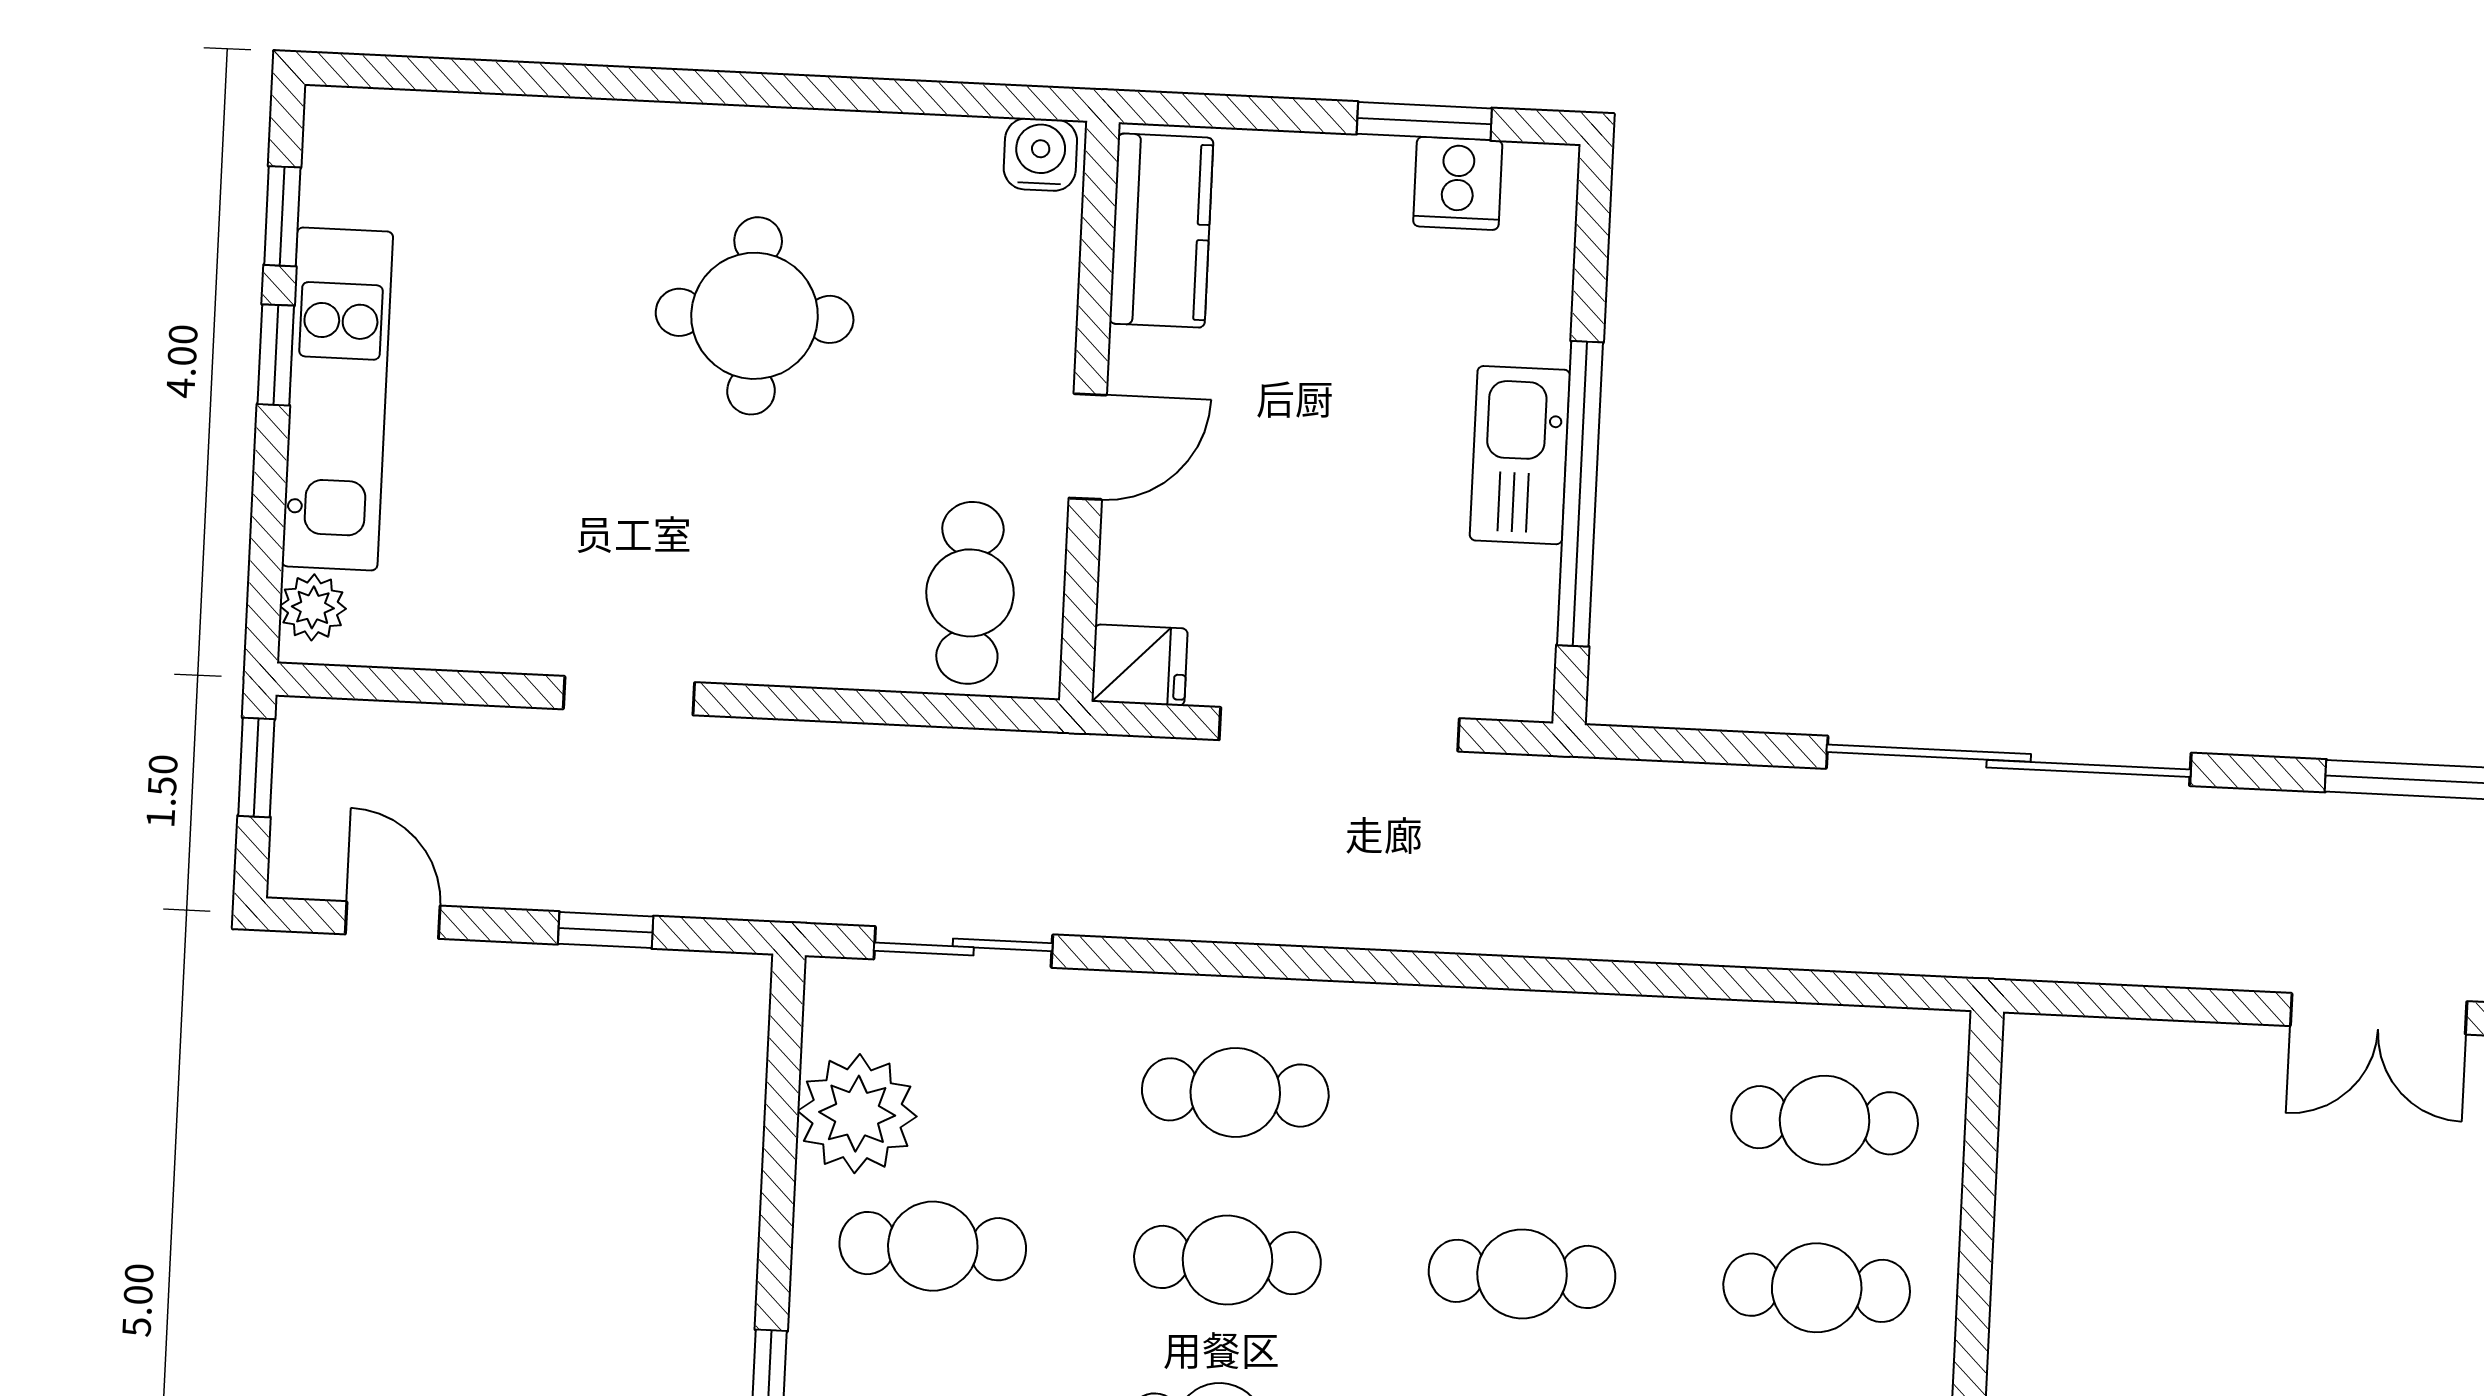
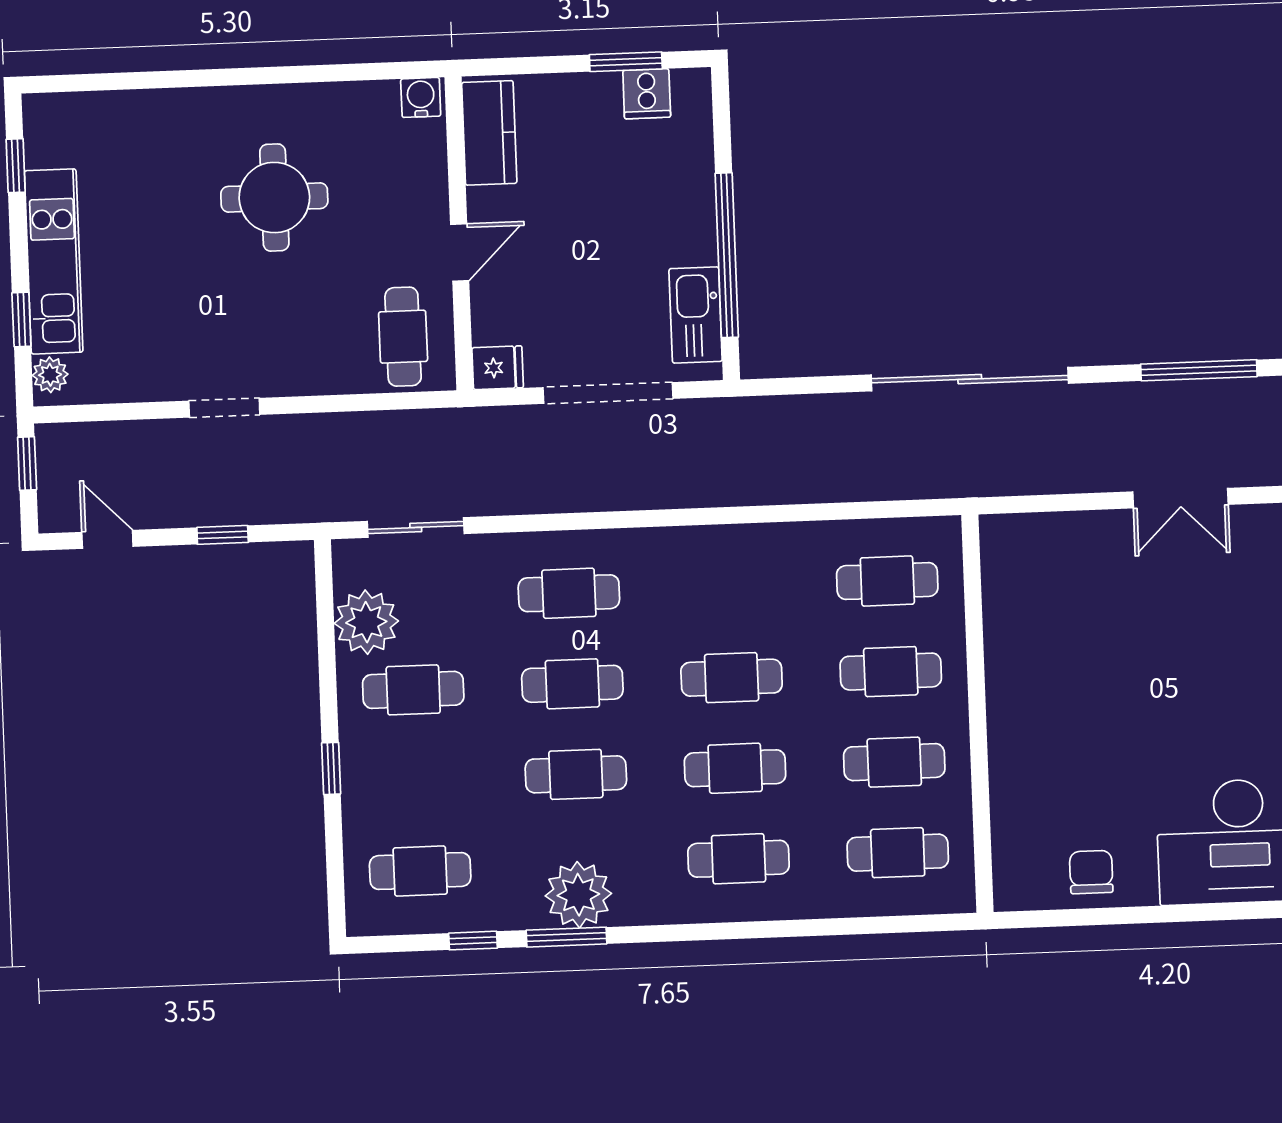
window: (276, 355) -> (21, 320), moved
kitchen sink: (1520, 455) -> (696, 315), moved

